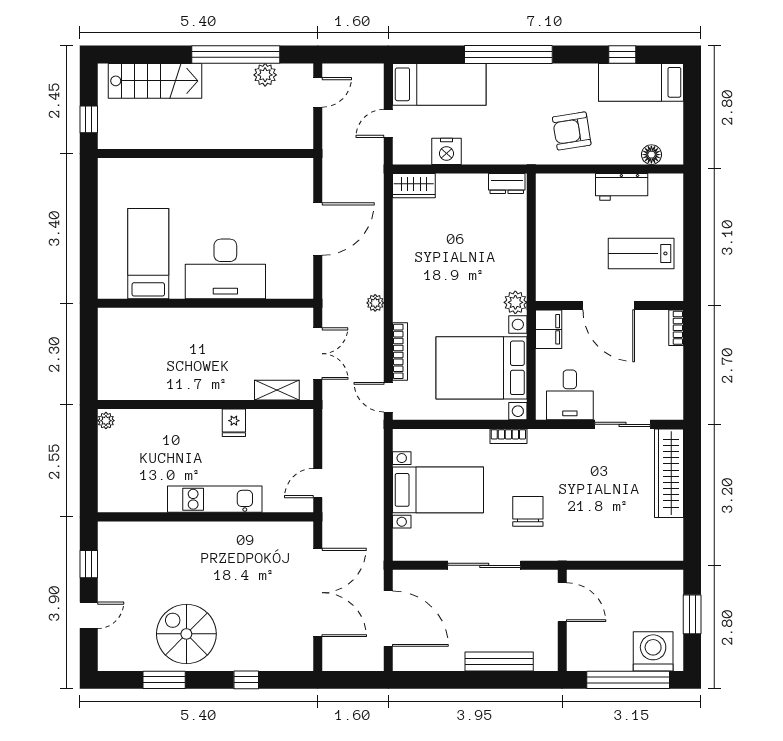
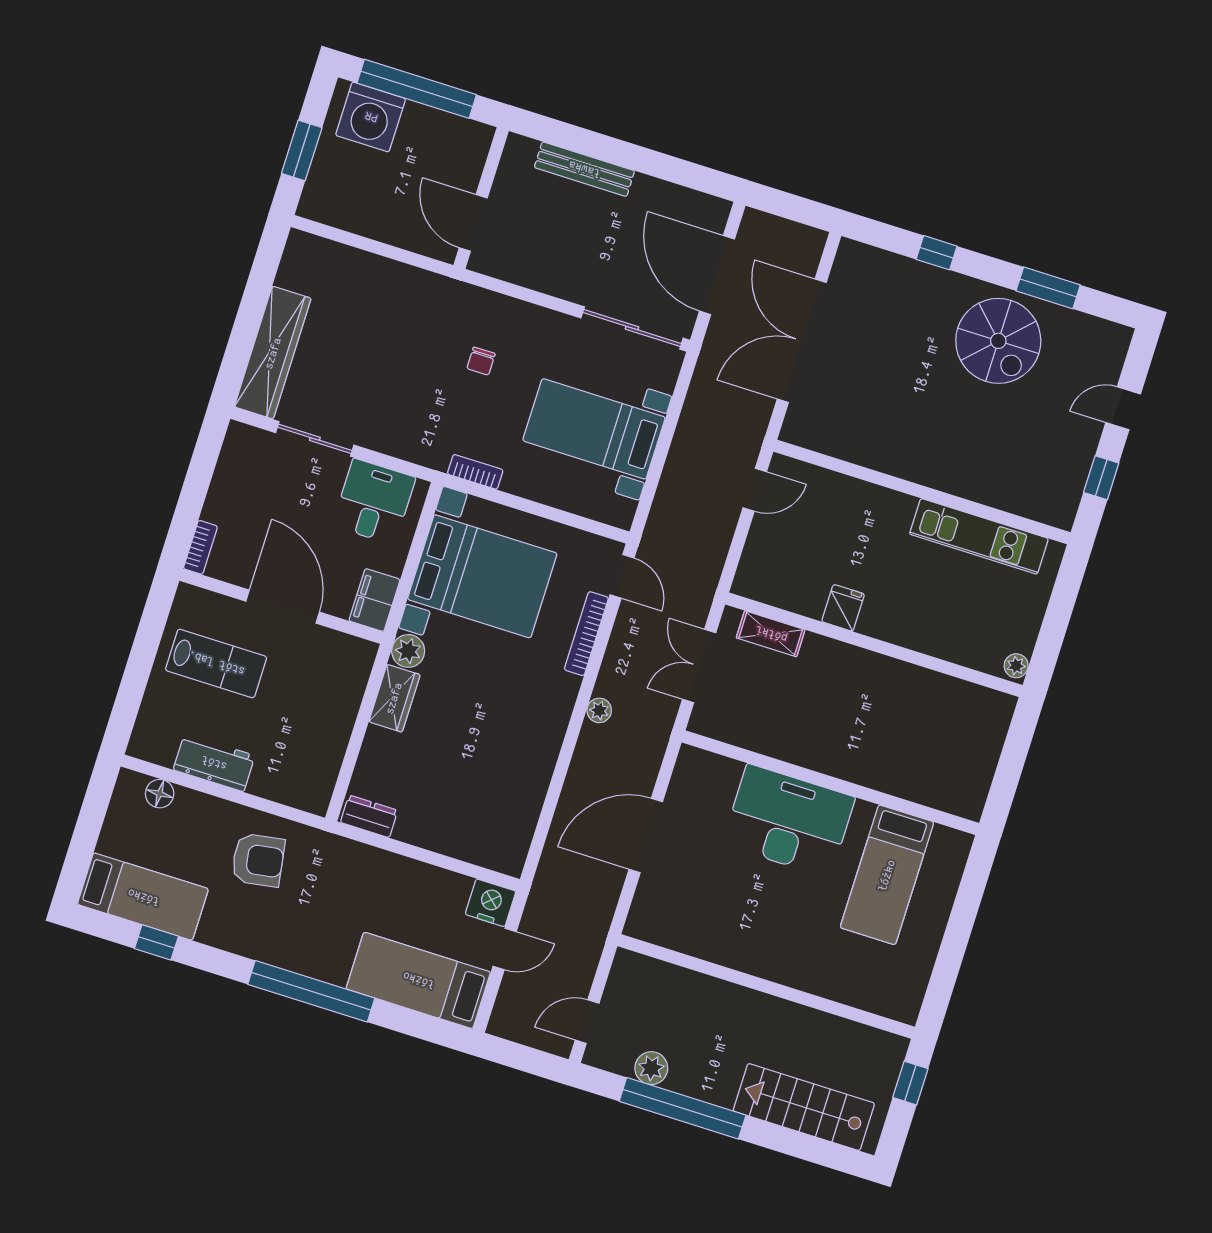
nightstand: (446, 151) -> (491, 903), moved
wardrobe: (414, 186) -> (394, 698), moved, turned 90
kitchen unit: (215, 499) -> (979, 536), moved
chair: (528, 511) -> (481, 361), width x0.54, depth x0.54
sliding door: (484, 565) -> (632, 328), moved

